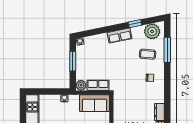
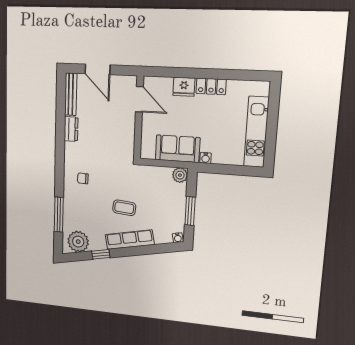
row of seats: (120, 36) -> (130, 240), width x1.48
coffee table: (148, 54) -> (124, 208), moved
row of seats: (98, 85) -> (155, 173), removed
sofa: (95, 103) -> (178, 149), moved

